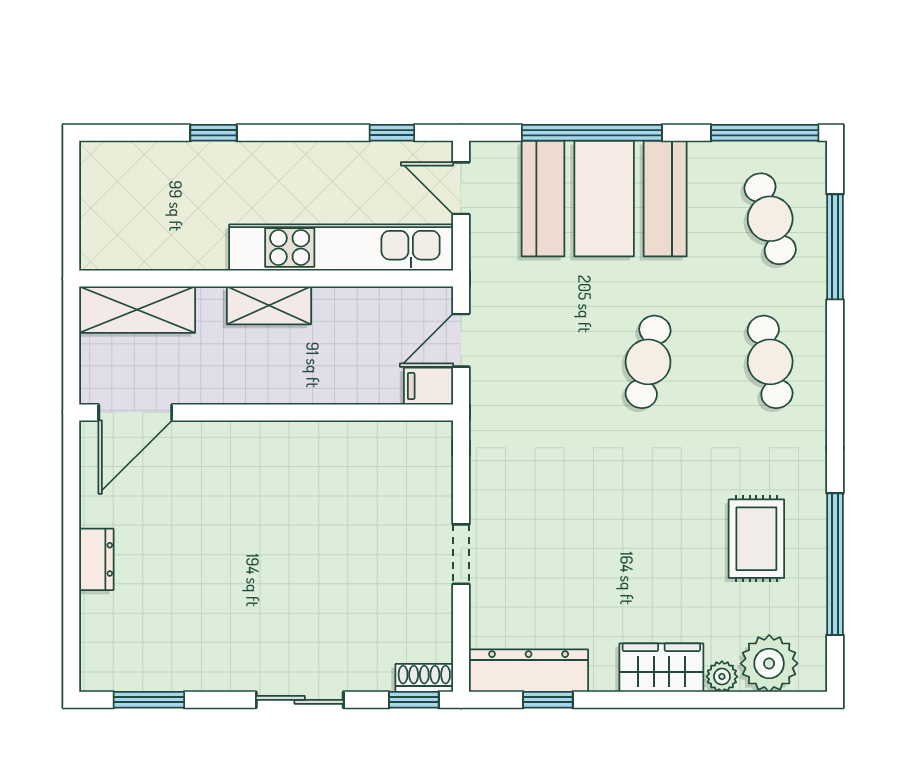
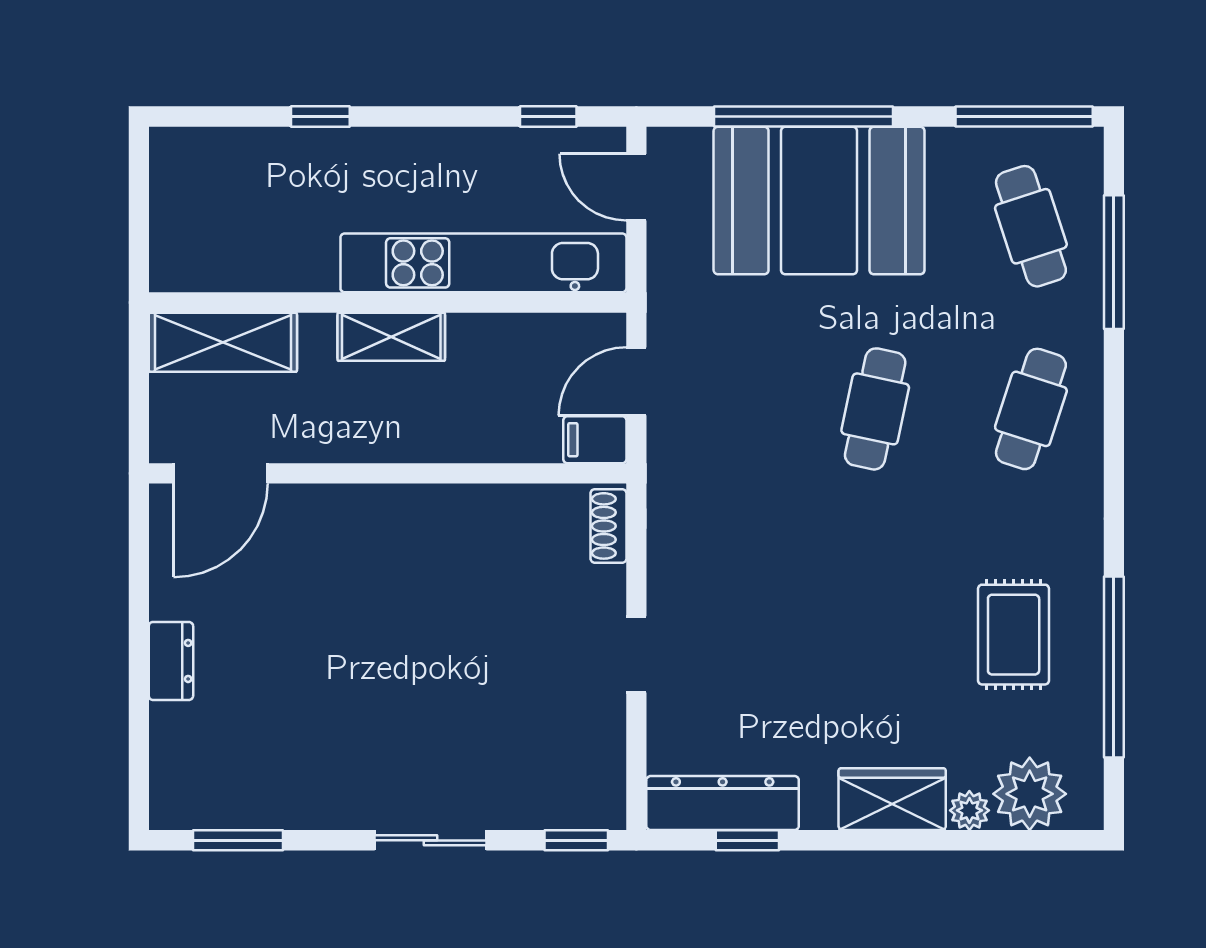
cafe table: (770, 362) -> (1031, 409), turned 30
shoe rack: (424, 678) -> (608, 526), moved, turned -90

